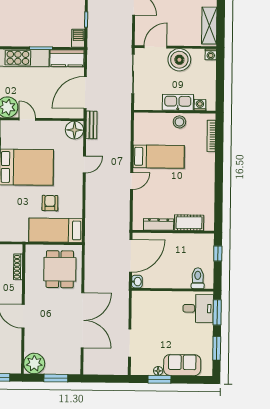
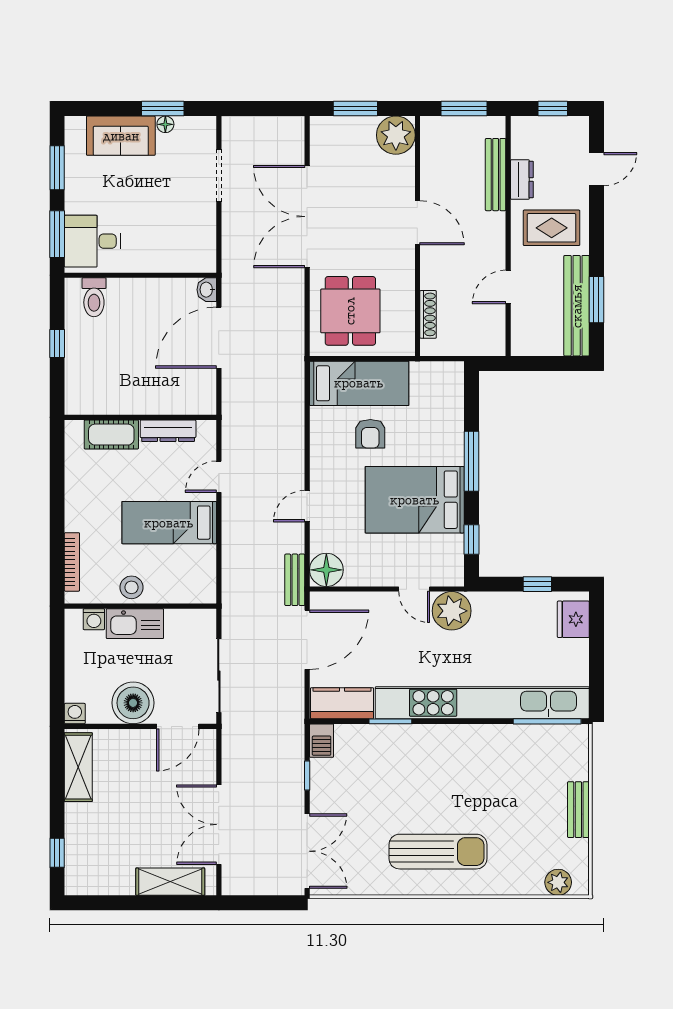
cot: (189, 223) -> (111, 435), moved
dresser: (159, 224) -> (168, 431), moved
wall: (173, 232) -> (140, 417), moved

